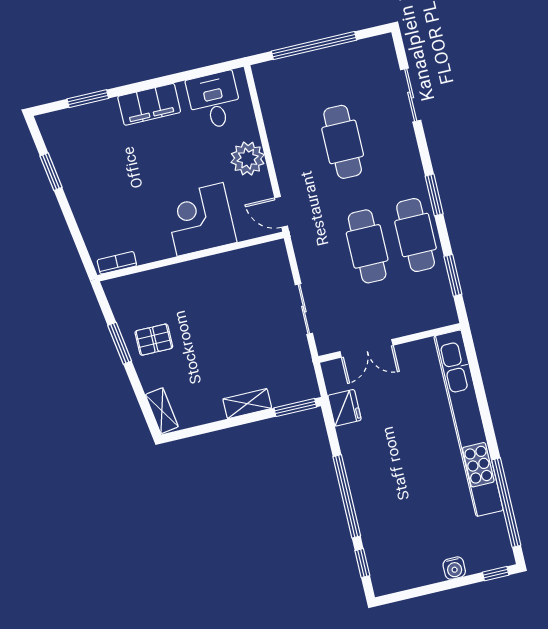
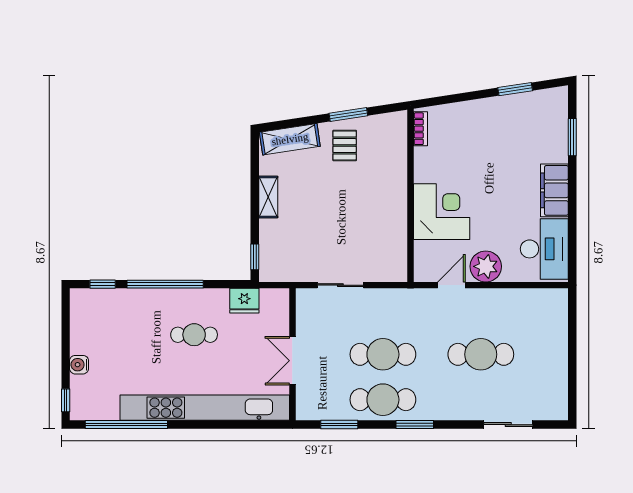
window: (314, 46) -> (572, 349), removed
desk: (214, 100) -> (544, 249), width x1.37
door: (281, 212) -> (451, 285), moved
double door: (367, 348) -> (292, 361), moved
shelving: (247, 404) -> (268, 197), moved
window: (295, 407) -> (255, 257), width x0.67
shelving: (162, 411) -> (290, 139), width x1.50, depth x1.33
cafe table: (393, 453) -> (194, 335), added

